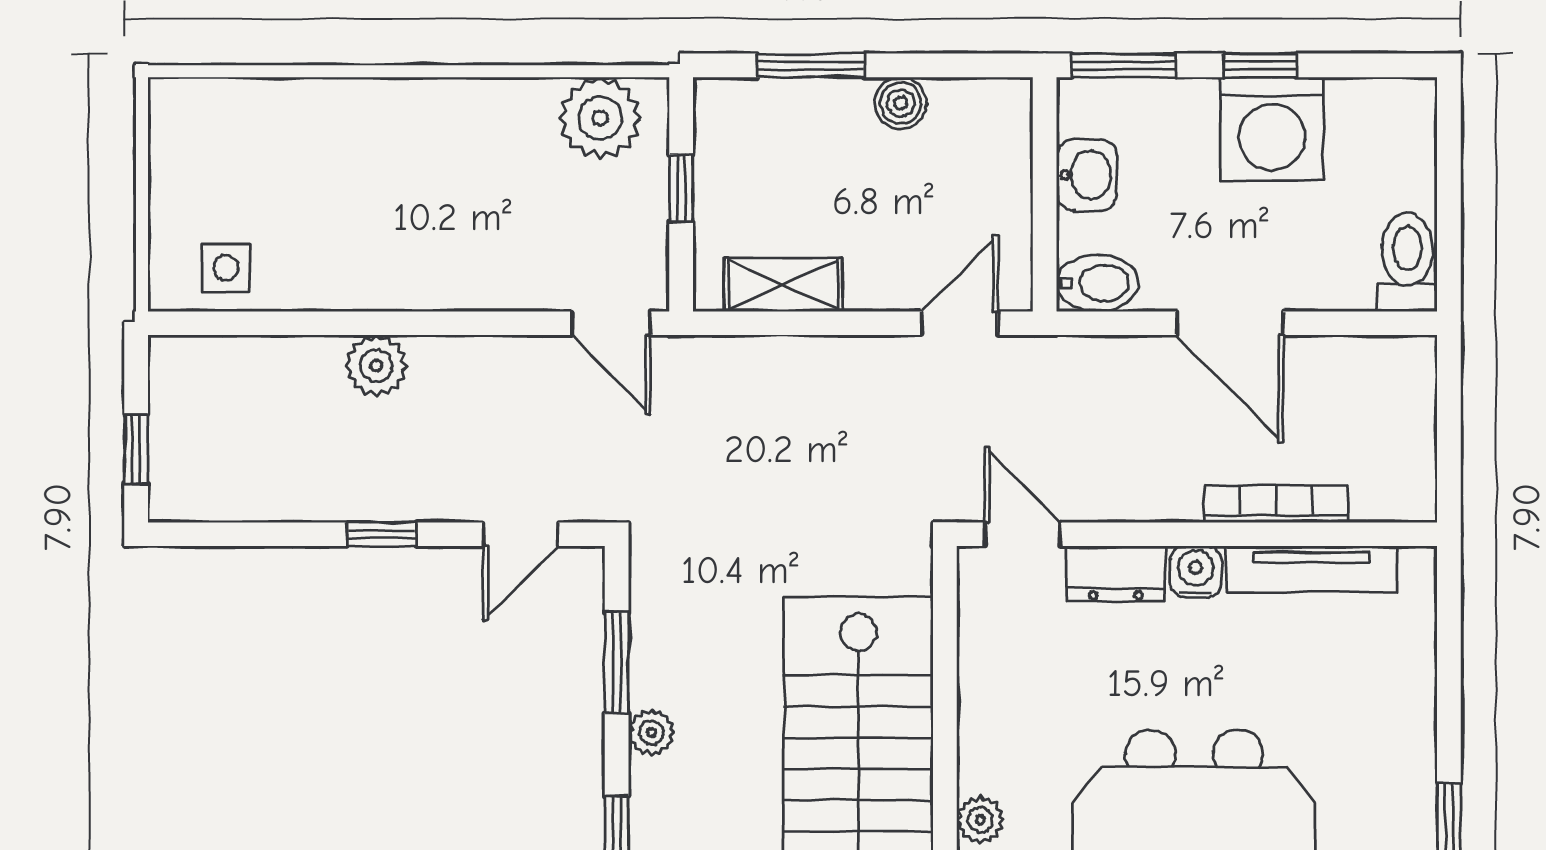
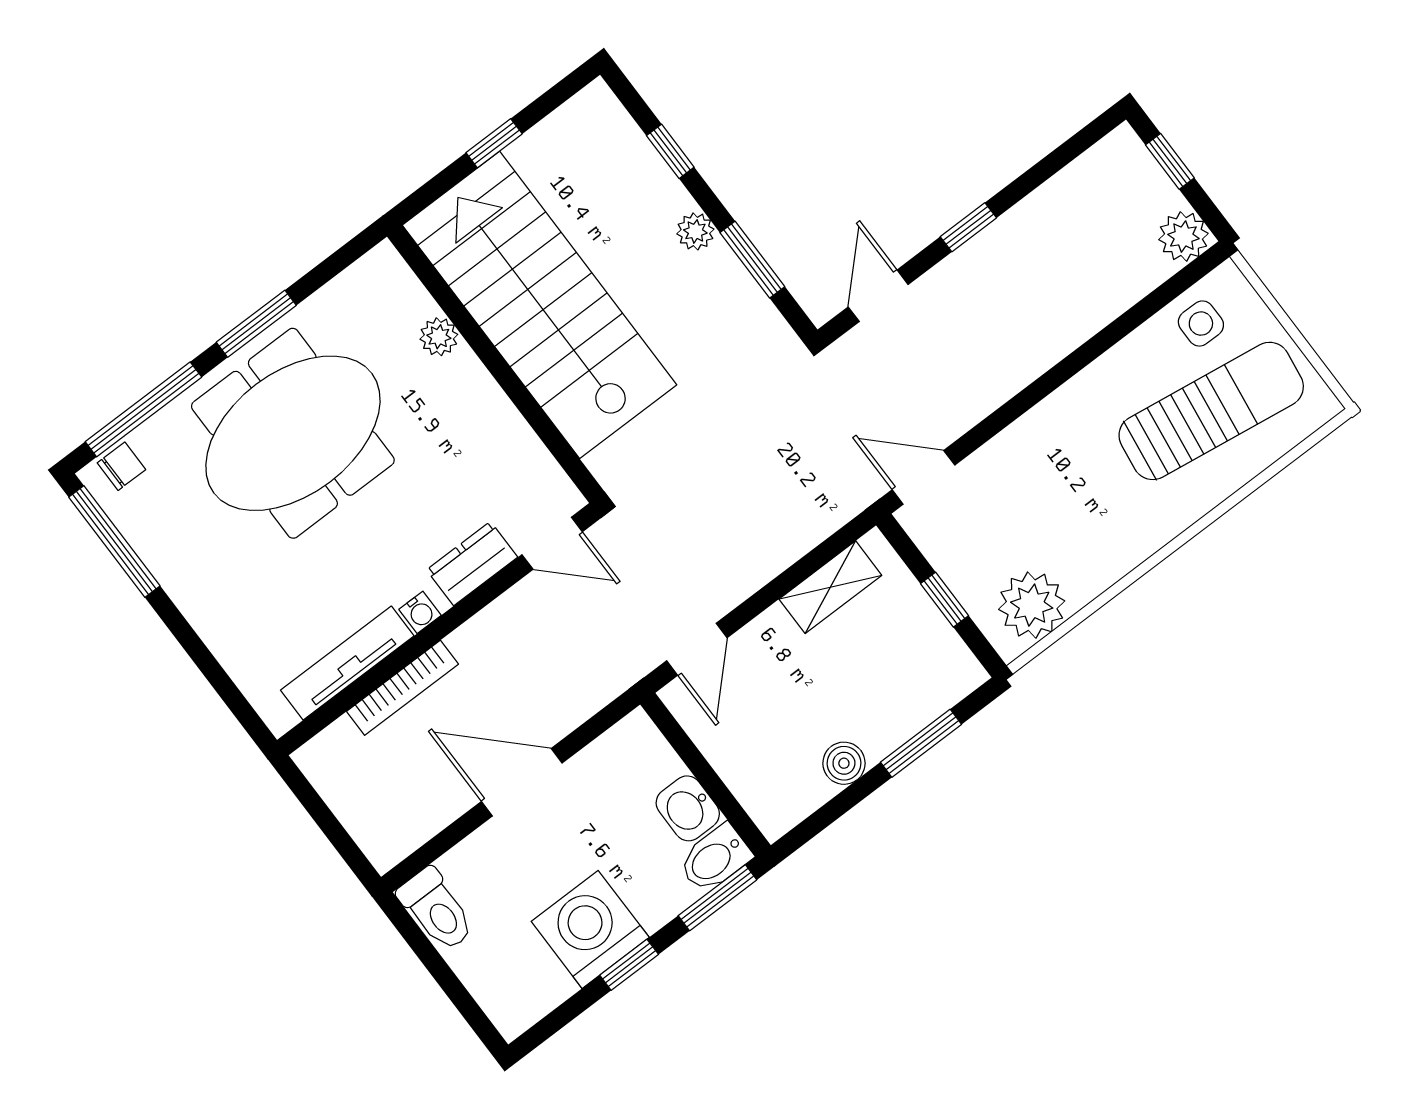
sun lounger: (281, 175) -> (1211, 411), added
bidet: (1097, 283) -> (715, 859), moved
plant: (376, 366) -> (1183, 237), moved
water cooler: (1196, 572) -> (420, 612), width x0.72, depth x0.72

